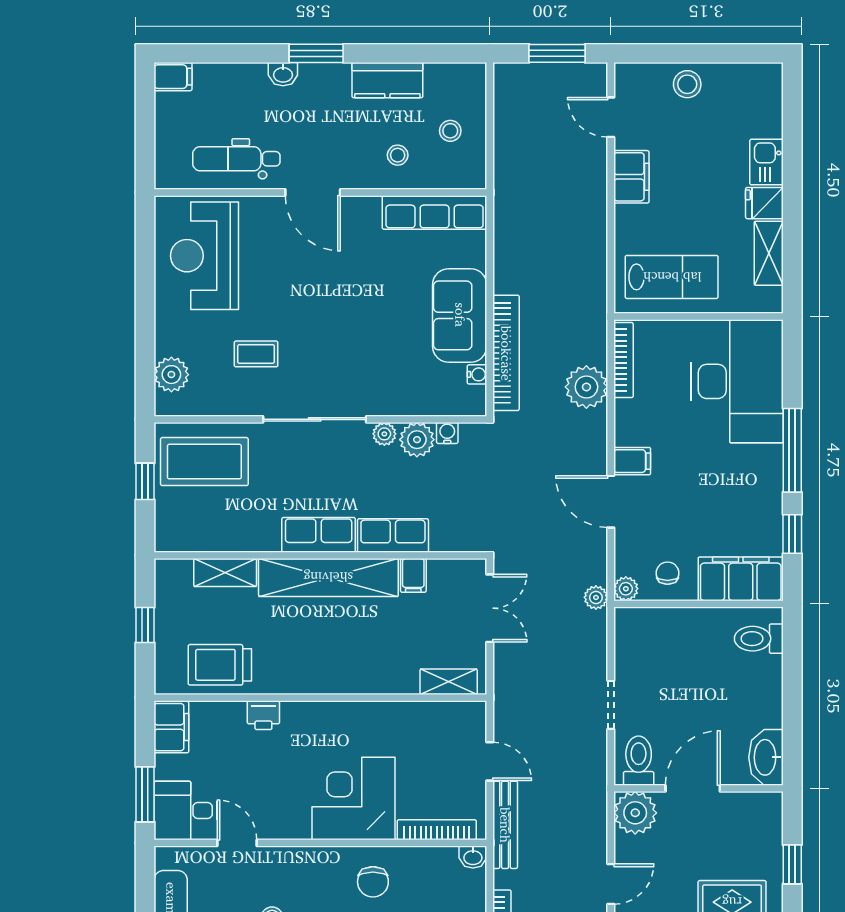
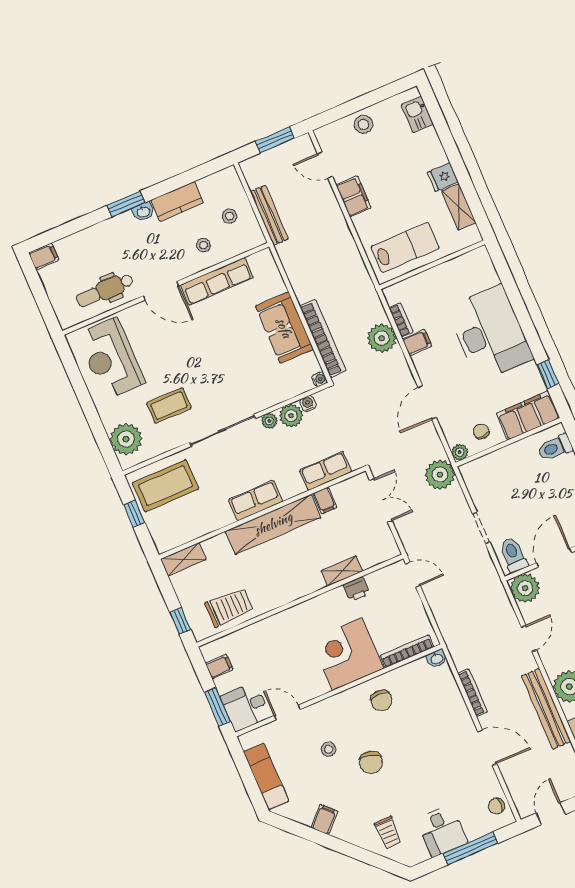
washbasin: (283, 74) -> (143, 212), moved
kitchen sink: (767, 162) -> (417, 115), moved
row of seats: (435, 212) -> (217, 281), moved
coffee table: (256, 354) -> (169, 406), width x1.36, depth x1.30
bookcase: (623, 360) -> (401, 320), width x0.64
water cooler: (477, 374) -> (319, 379), moved
plant: (171, 375) -> (126, 439), width x1.36, depth x1.36
desk: (737, 381) -> (490, 333), moved
window: (792, 450) -> (526, 322), removed
filing cabinet: (632, 461) -> (417, 342), moved
door: (611, 502) -> (427, 402), hinge flipped
row of seats: (393, 536) -> (326, 471), moved
shelving: (225, 573) -> (183, 559), moved
plant: (596, 597) -> (440, 475), width x1.88, depth x1.88
window: (145, 625) -> (180, 621), moved
trolley: (220, 665) -> (229, 607), turned 180
shelving: (449, 682) -> (342, 571), moved
printer: (263, 715) -> (356, 589), moved
filing cabinet: (171, 727) -> (219, 666), width x0.50
door: (490, 761) -> (413, 575), moved
bench: (505, 825) -> (269, 215), moved

